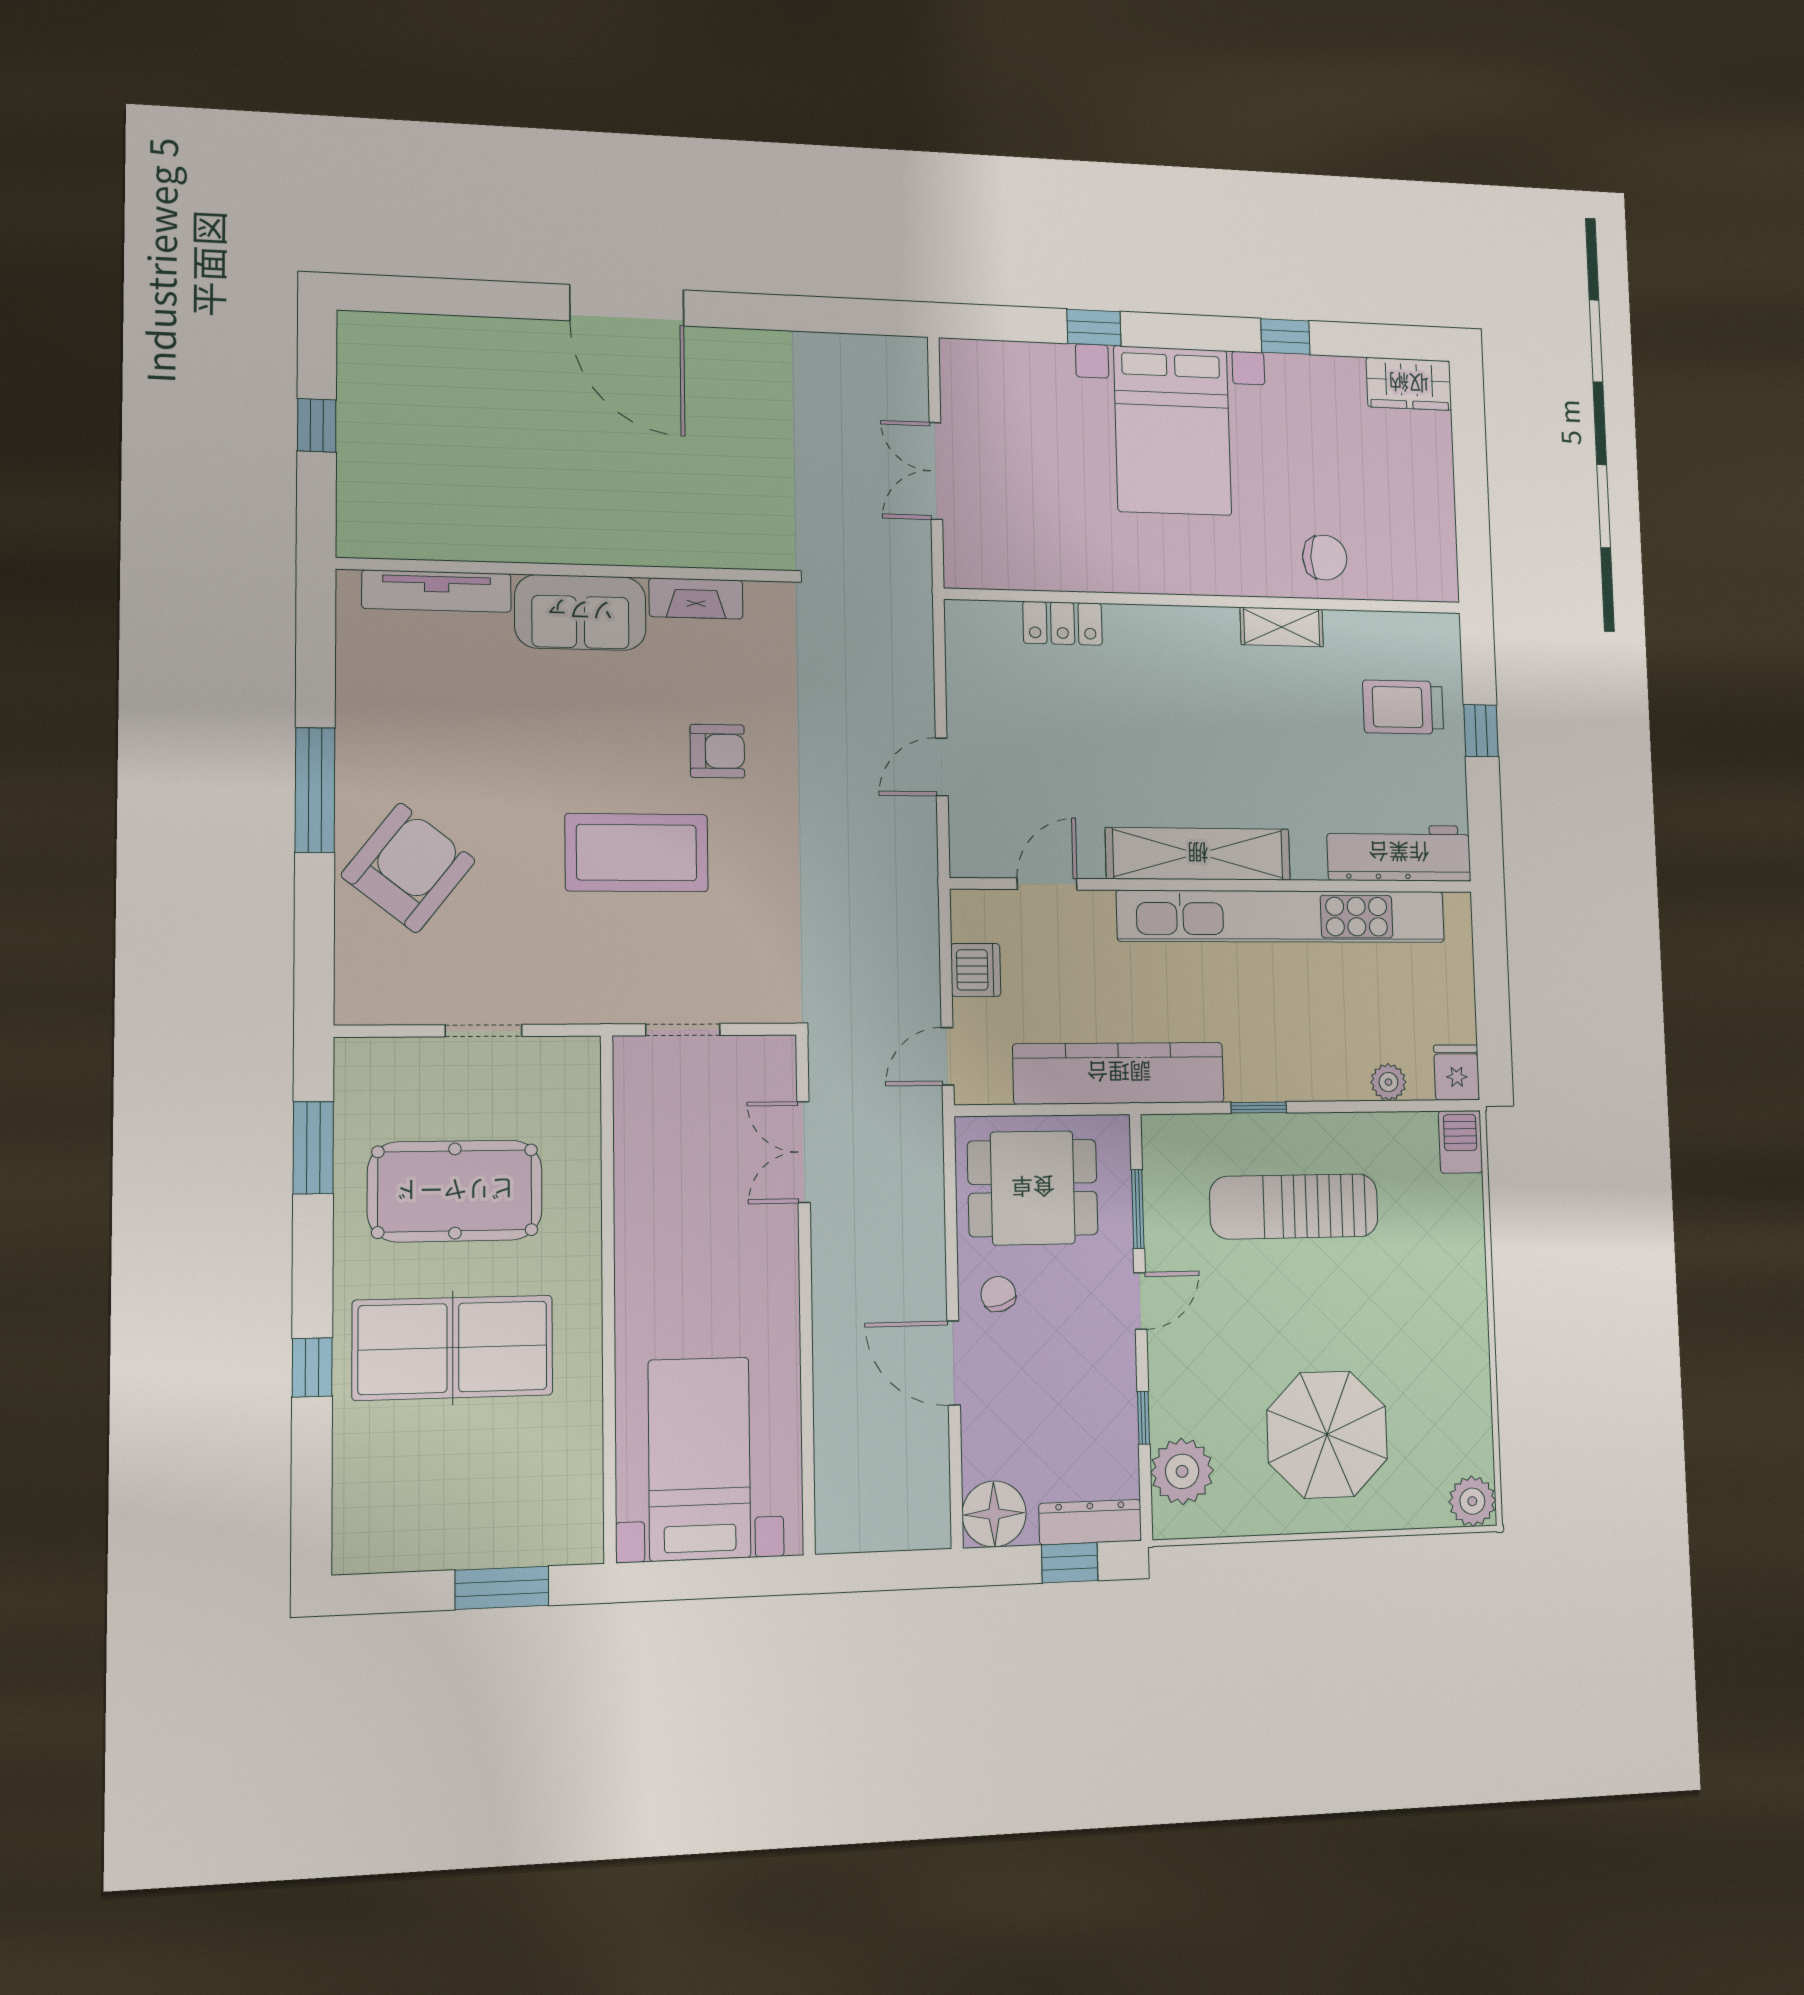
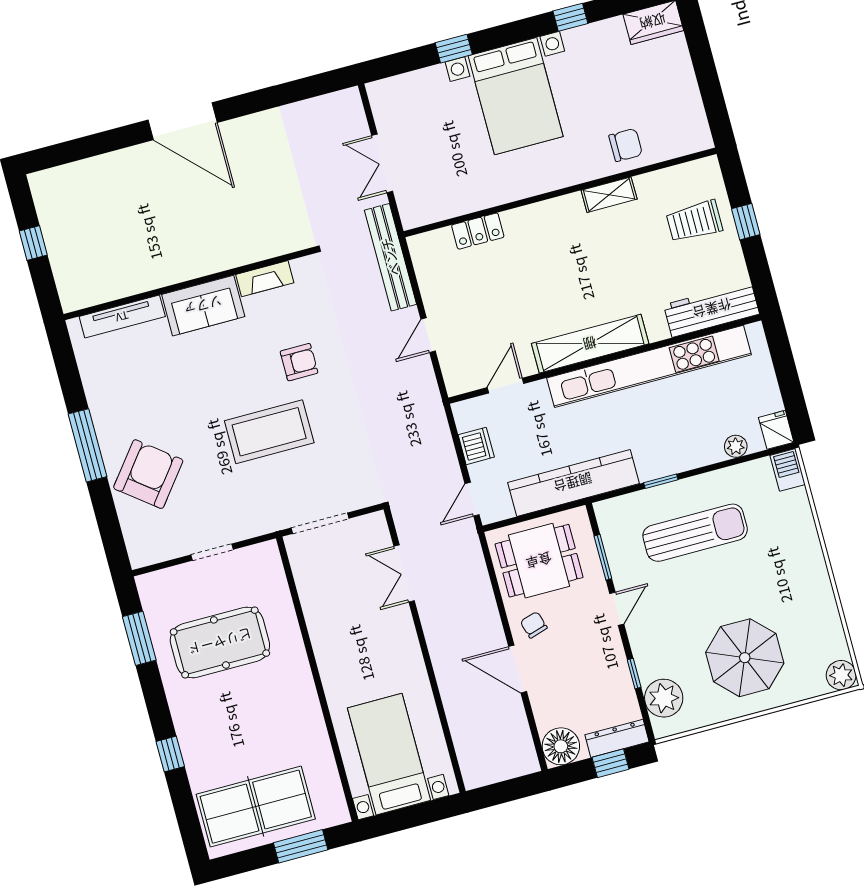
bench: (912, 624) -> (390, 257), added
doorway: (683, 1030) -> (320, 523), width x1.38
sun lounger: (1294, 1206) -> (695, 533), turned 180
table tennis table: (453, 1348) -> (256, 807), moved

